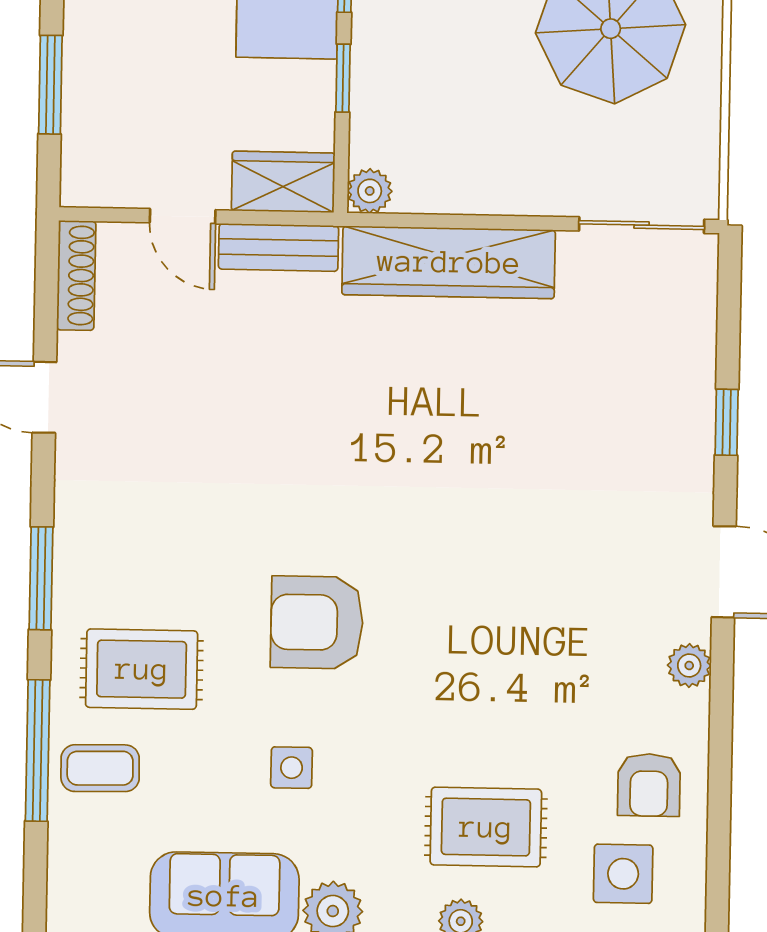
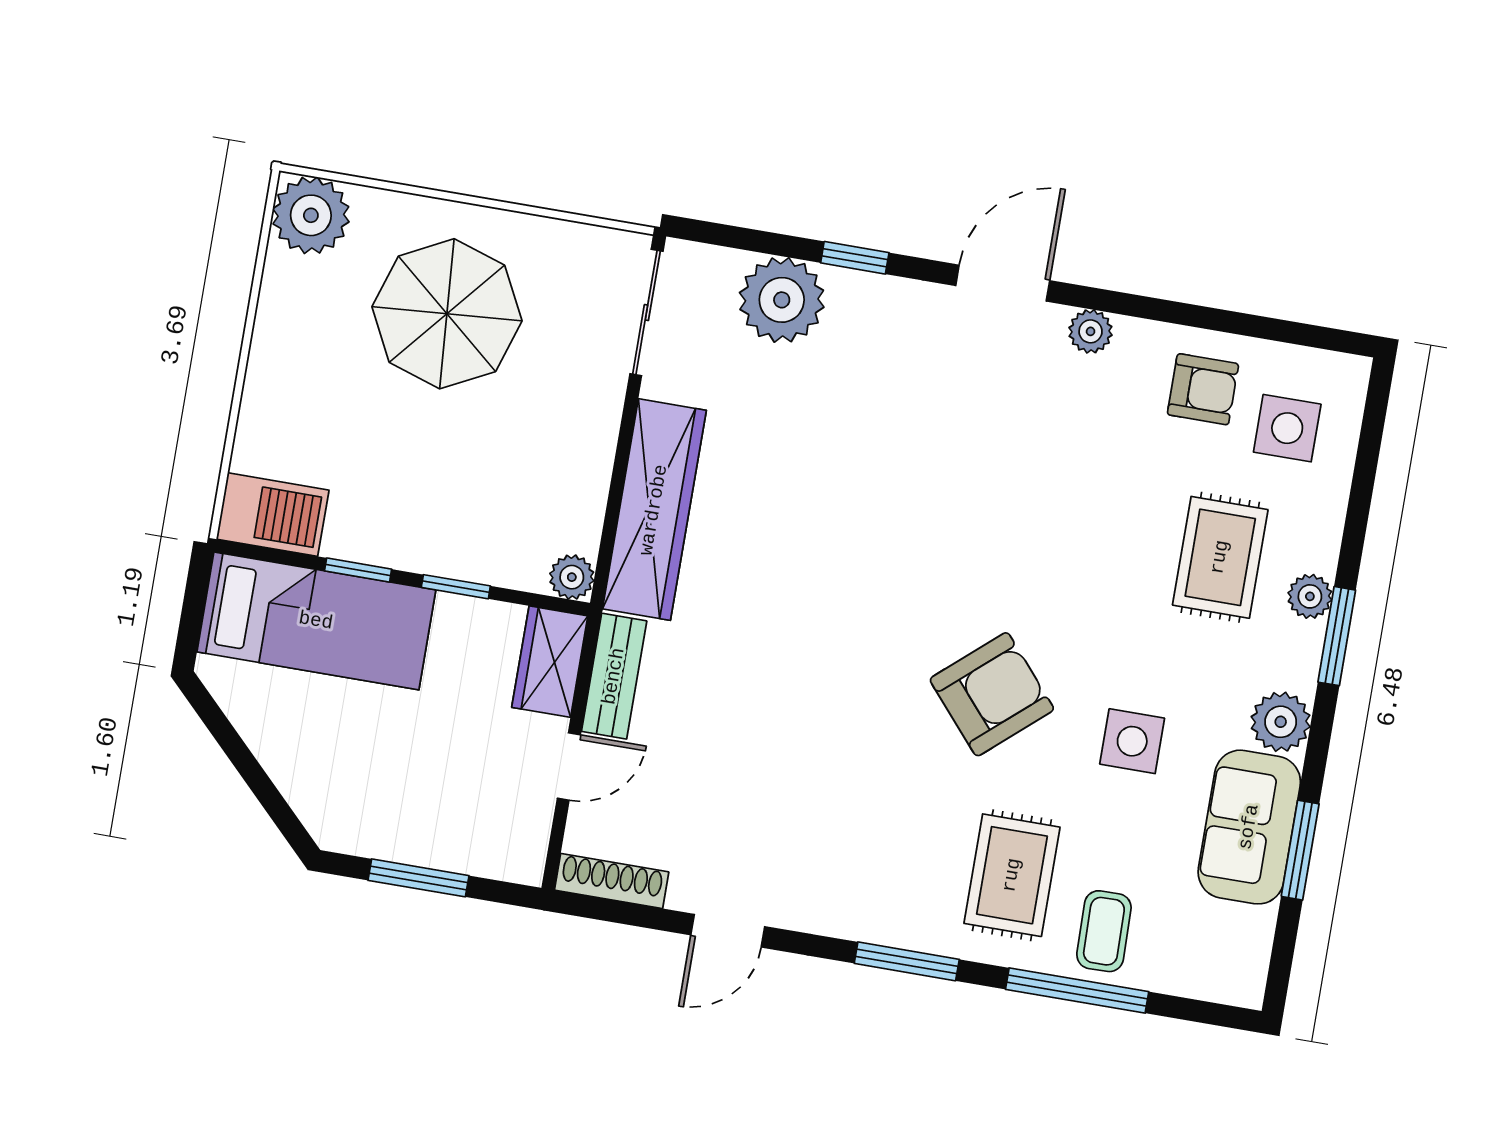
plant: (674, 357) -> (782, 300), added
armchair: (317, 622) -> (992, 694), turned -131
side table: (292, 768) -> (1132, 741), width x1.37, depth x1.37

